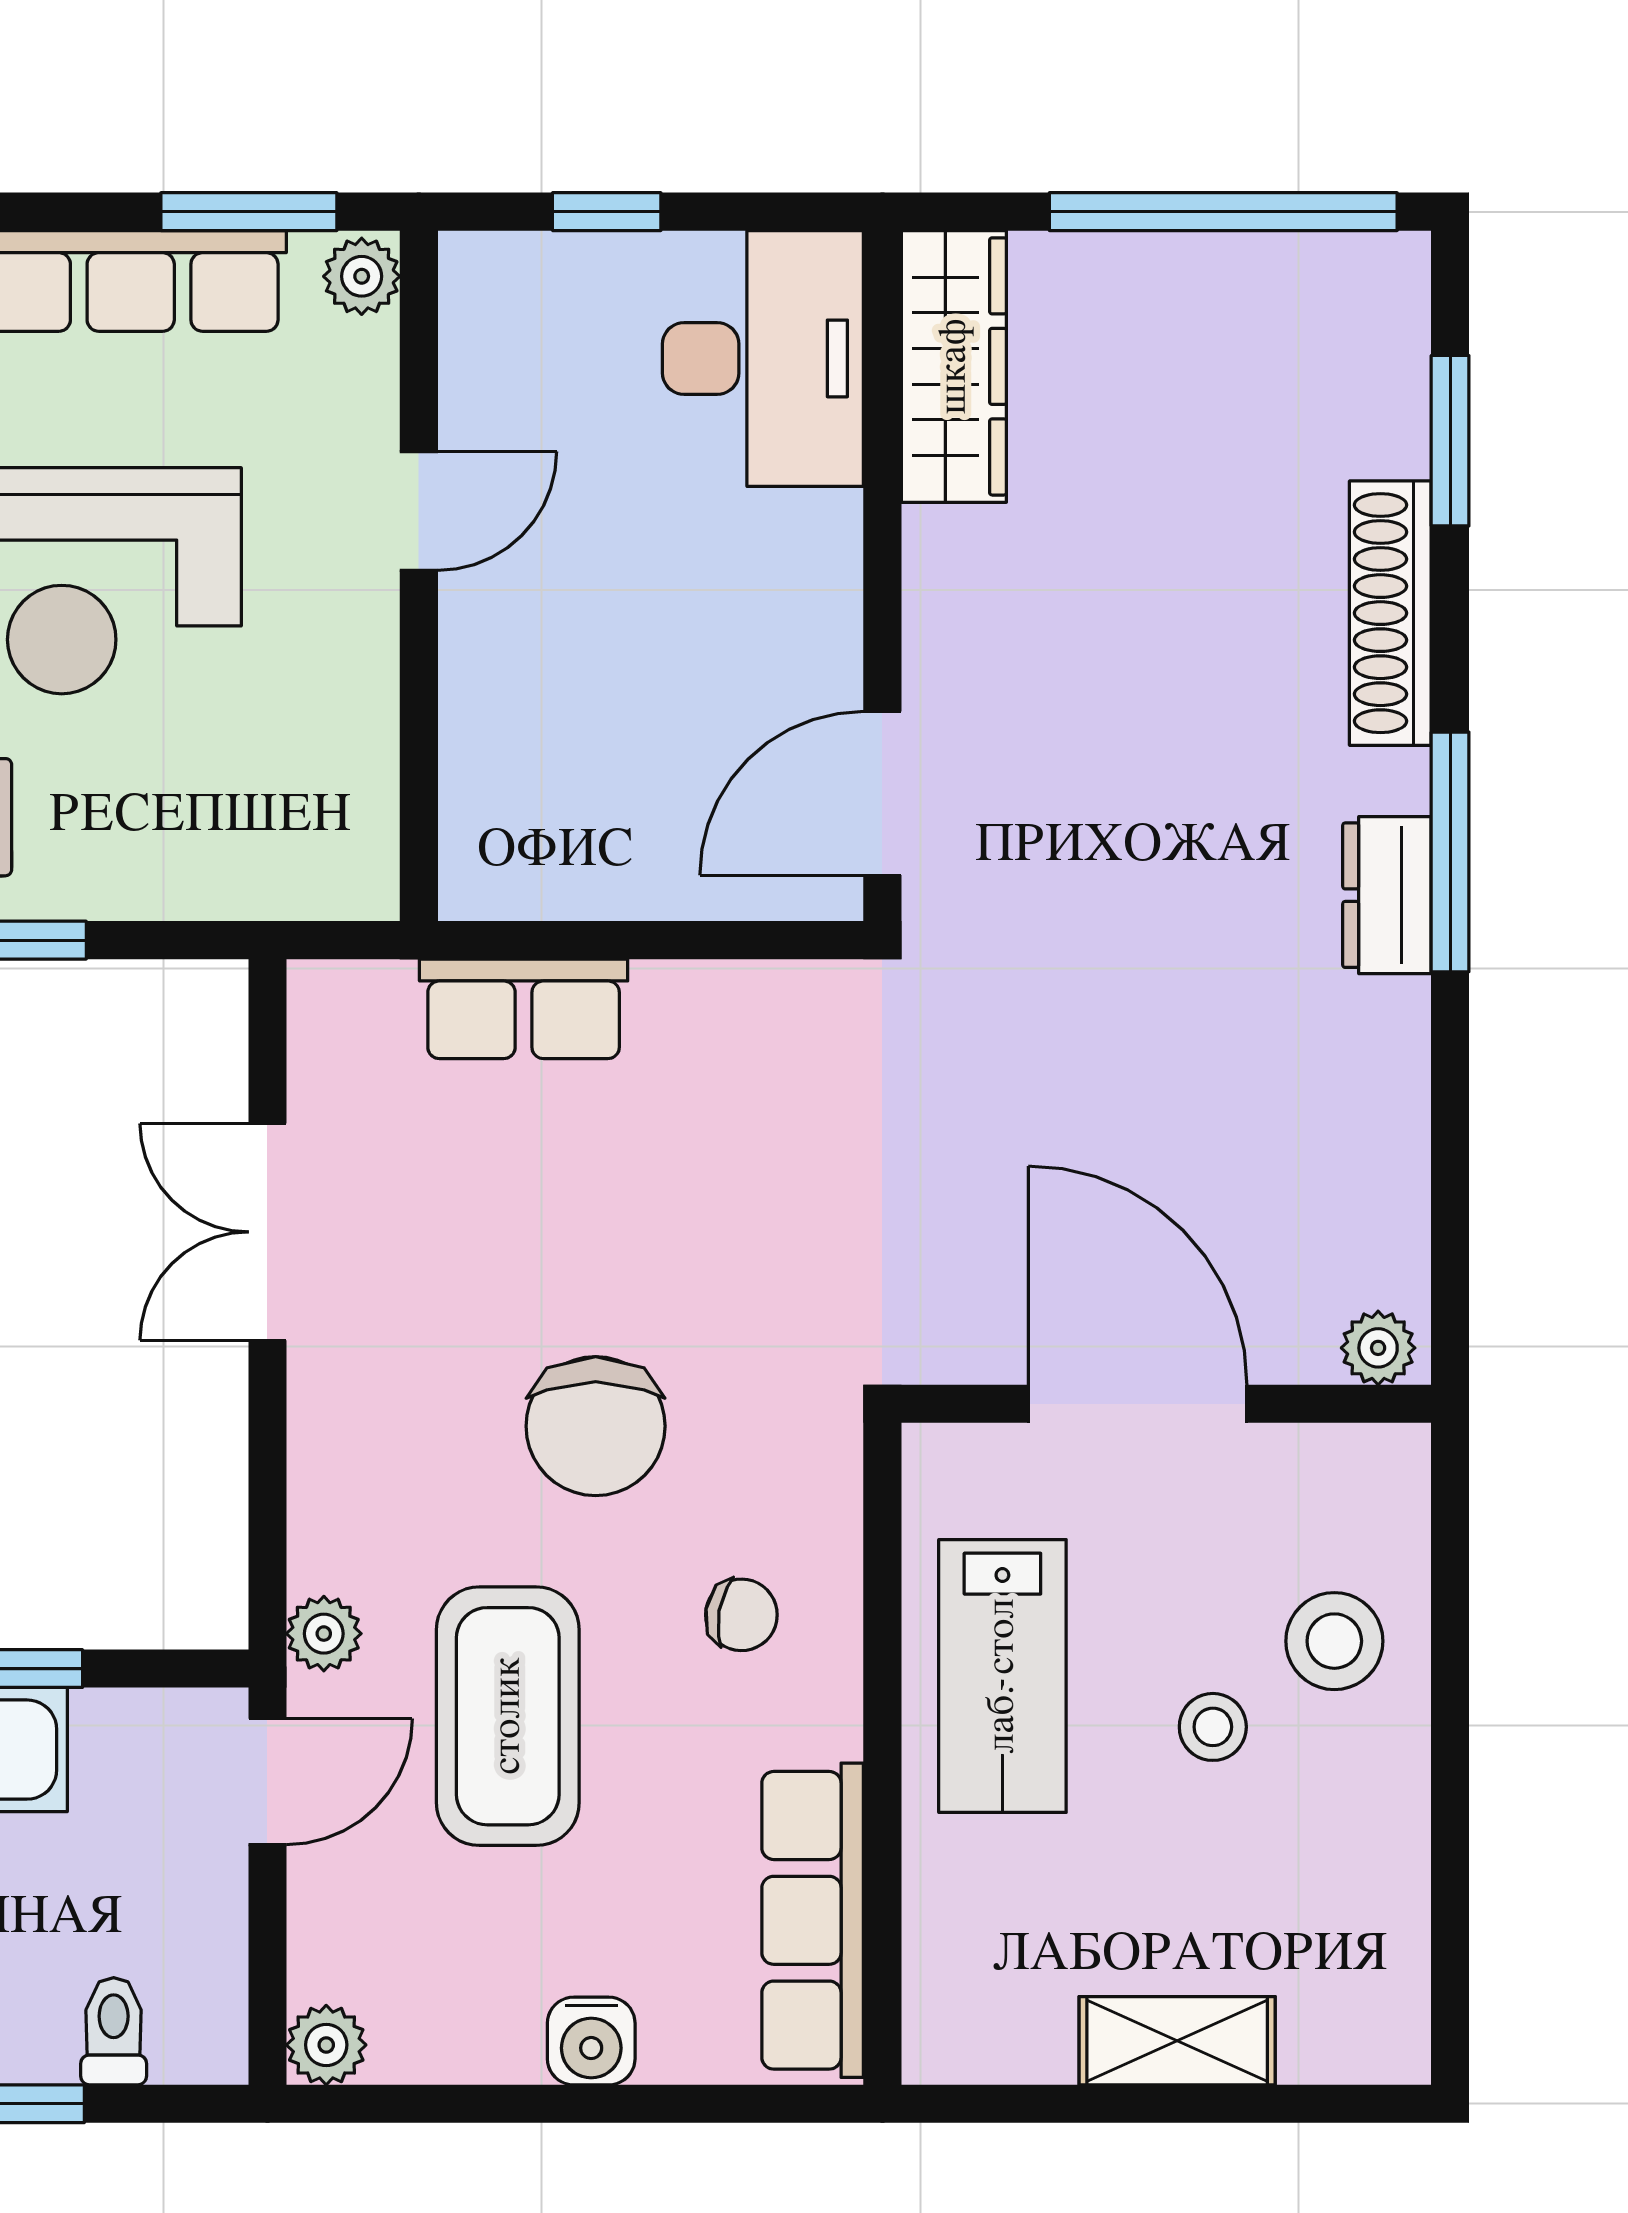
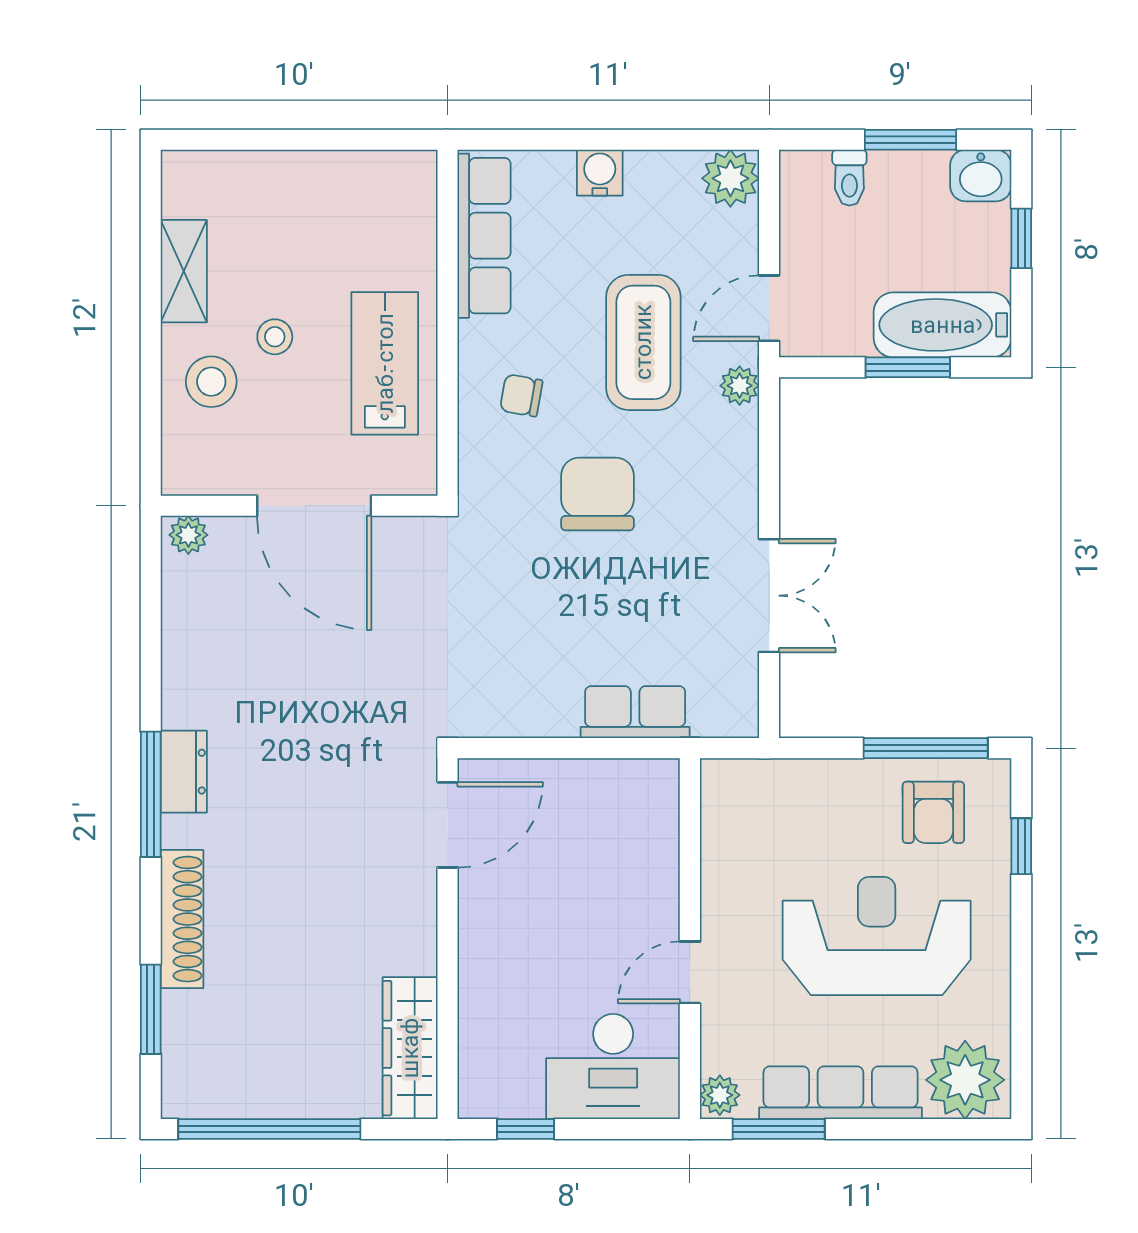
window: (607, 212) -> (526, 1129), moved
desk: (763, 358) -> (613, 1067), moved, turned -90
shelving: (1177, 2041) -> (184, 271), moved, turned 90
plant: (326, 2045) -> (730, 178), width x1.38, depth x1.38

